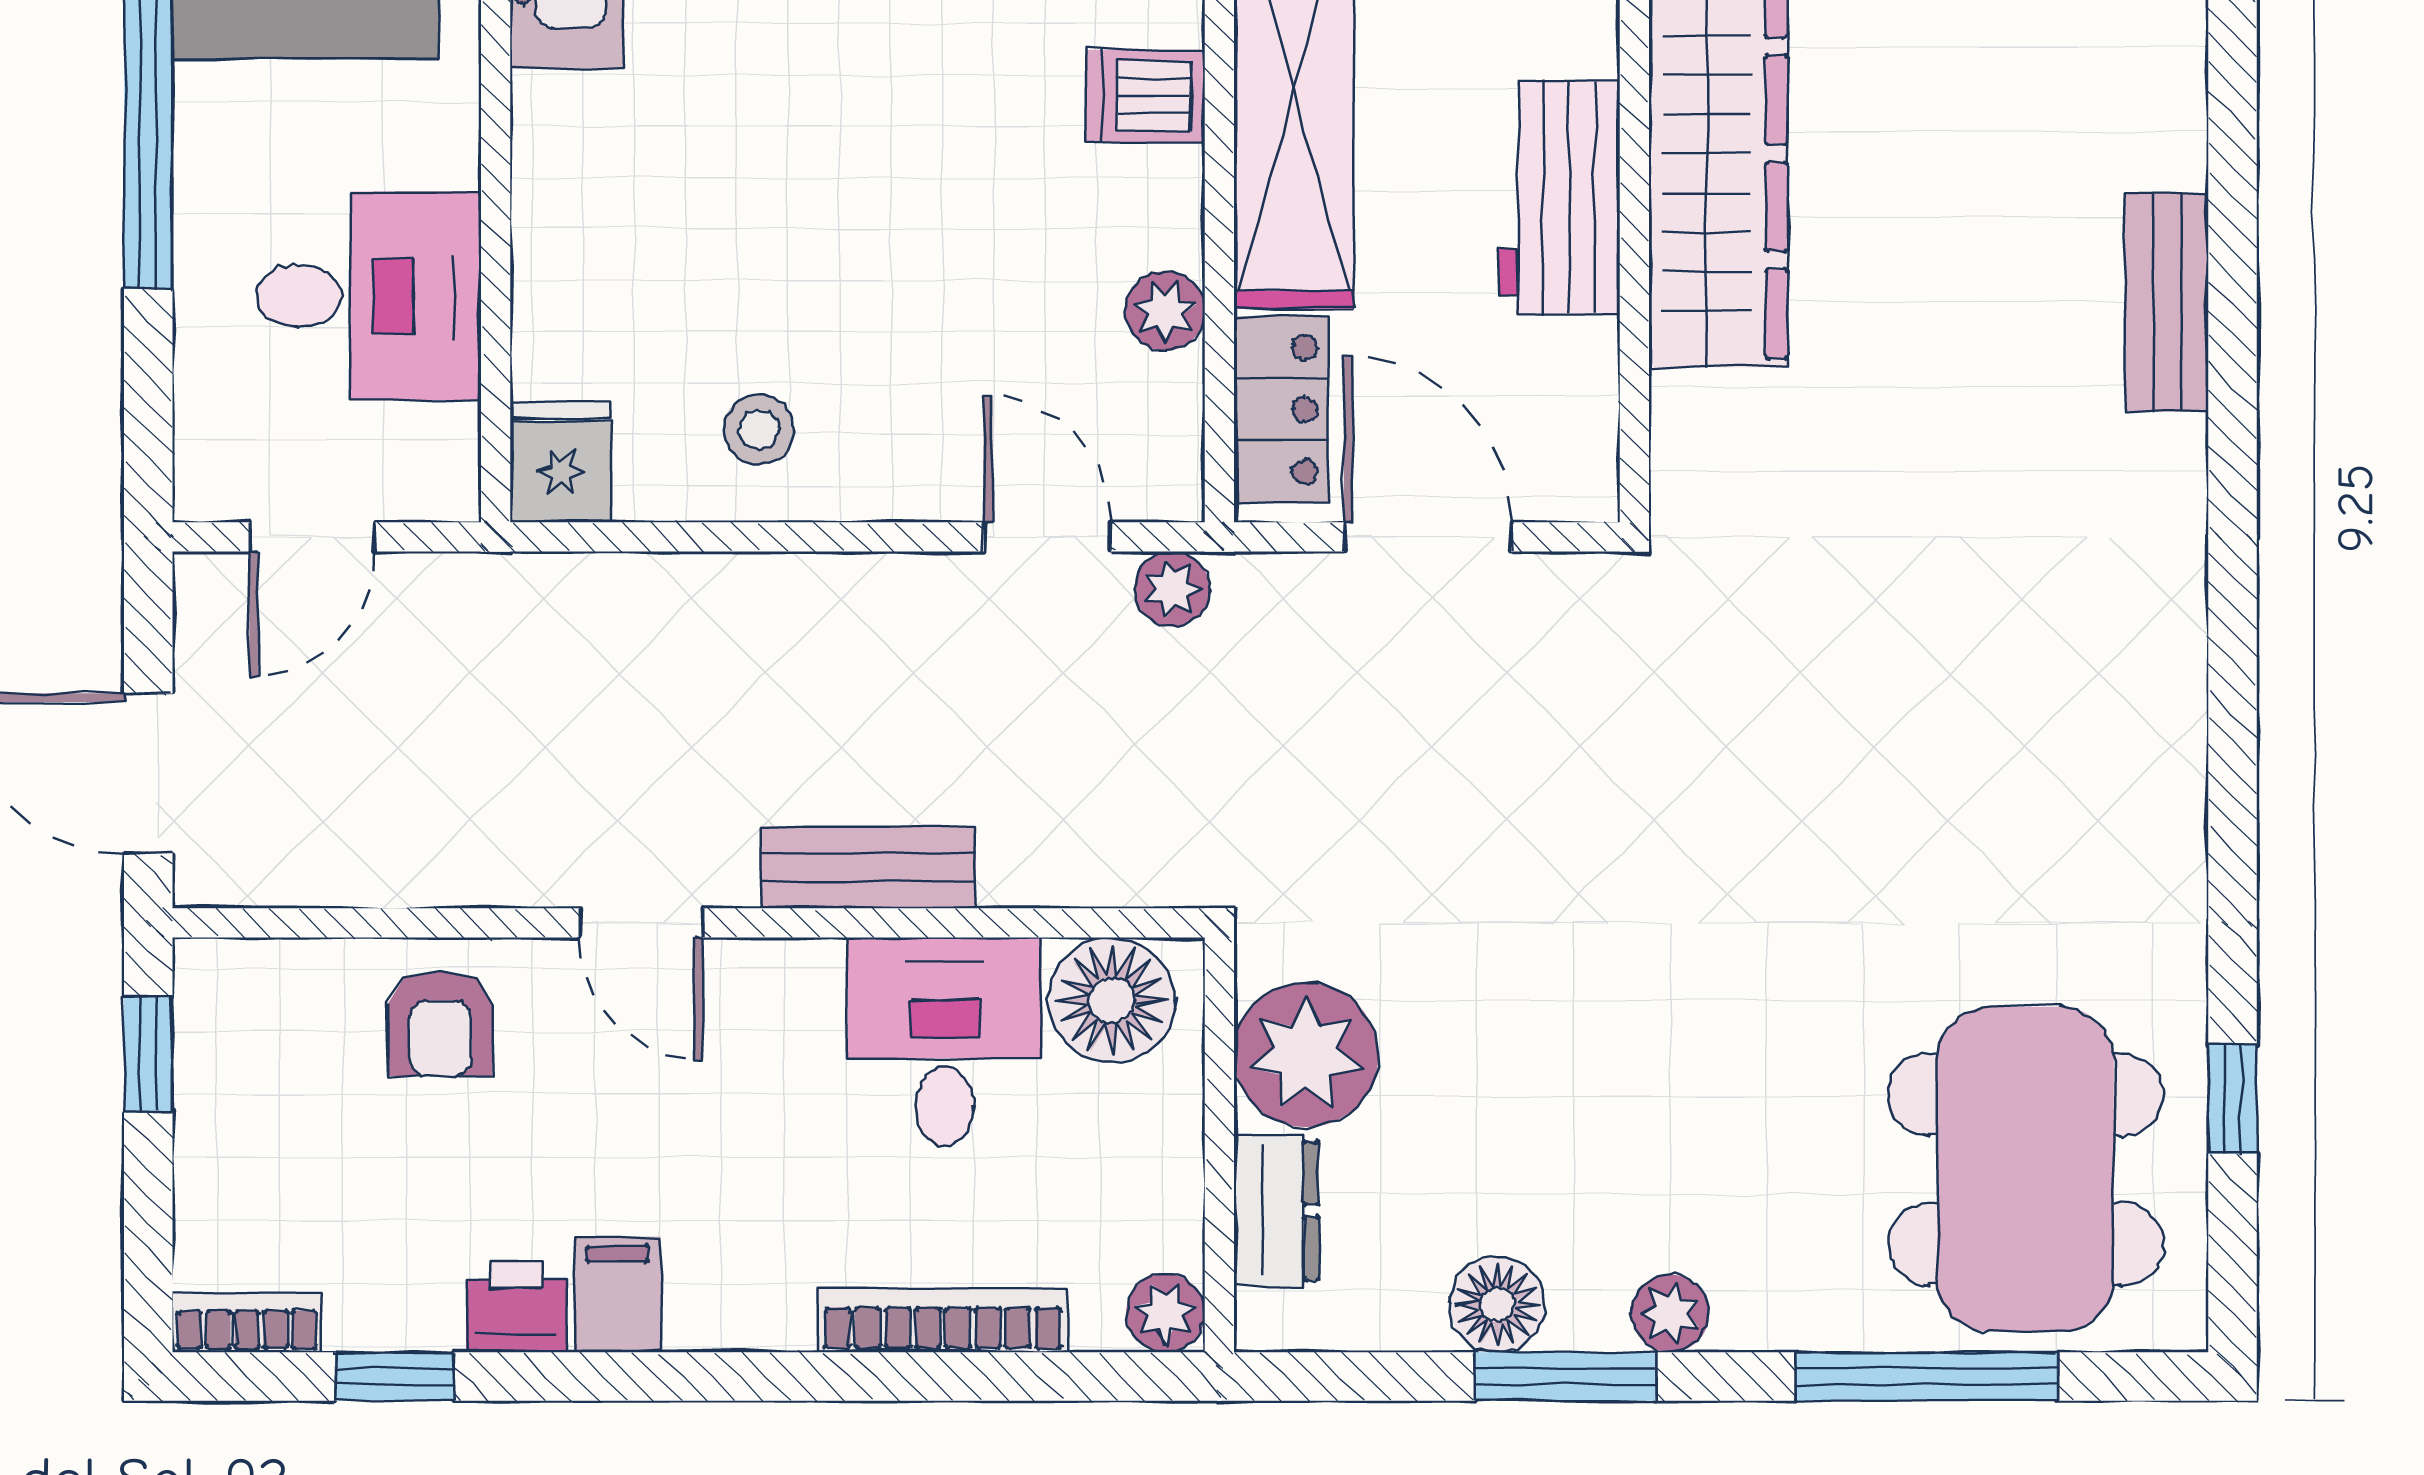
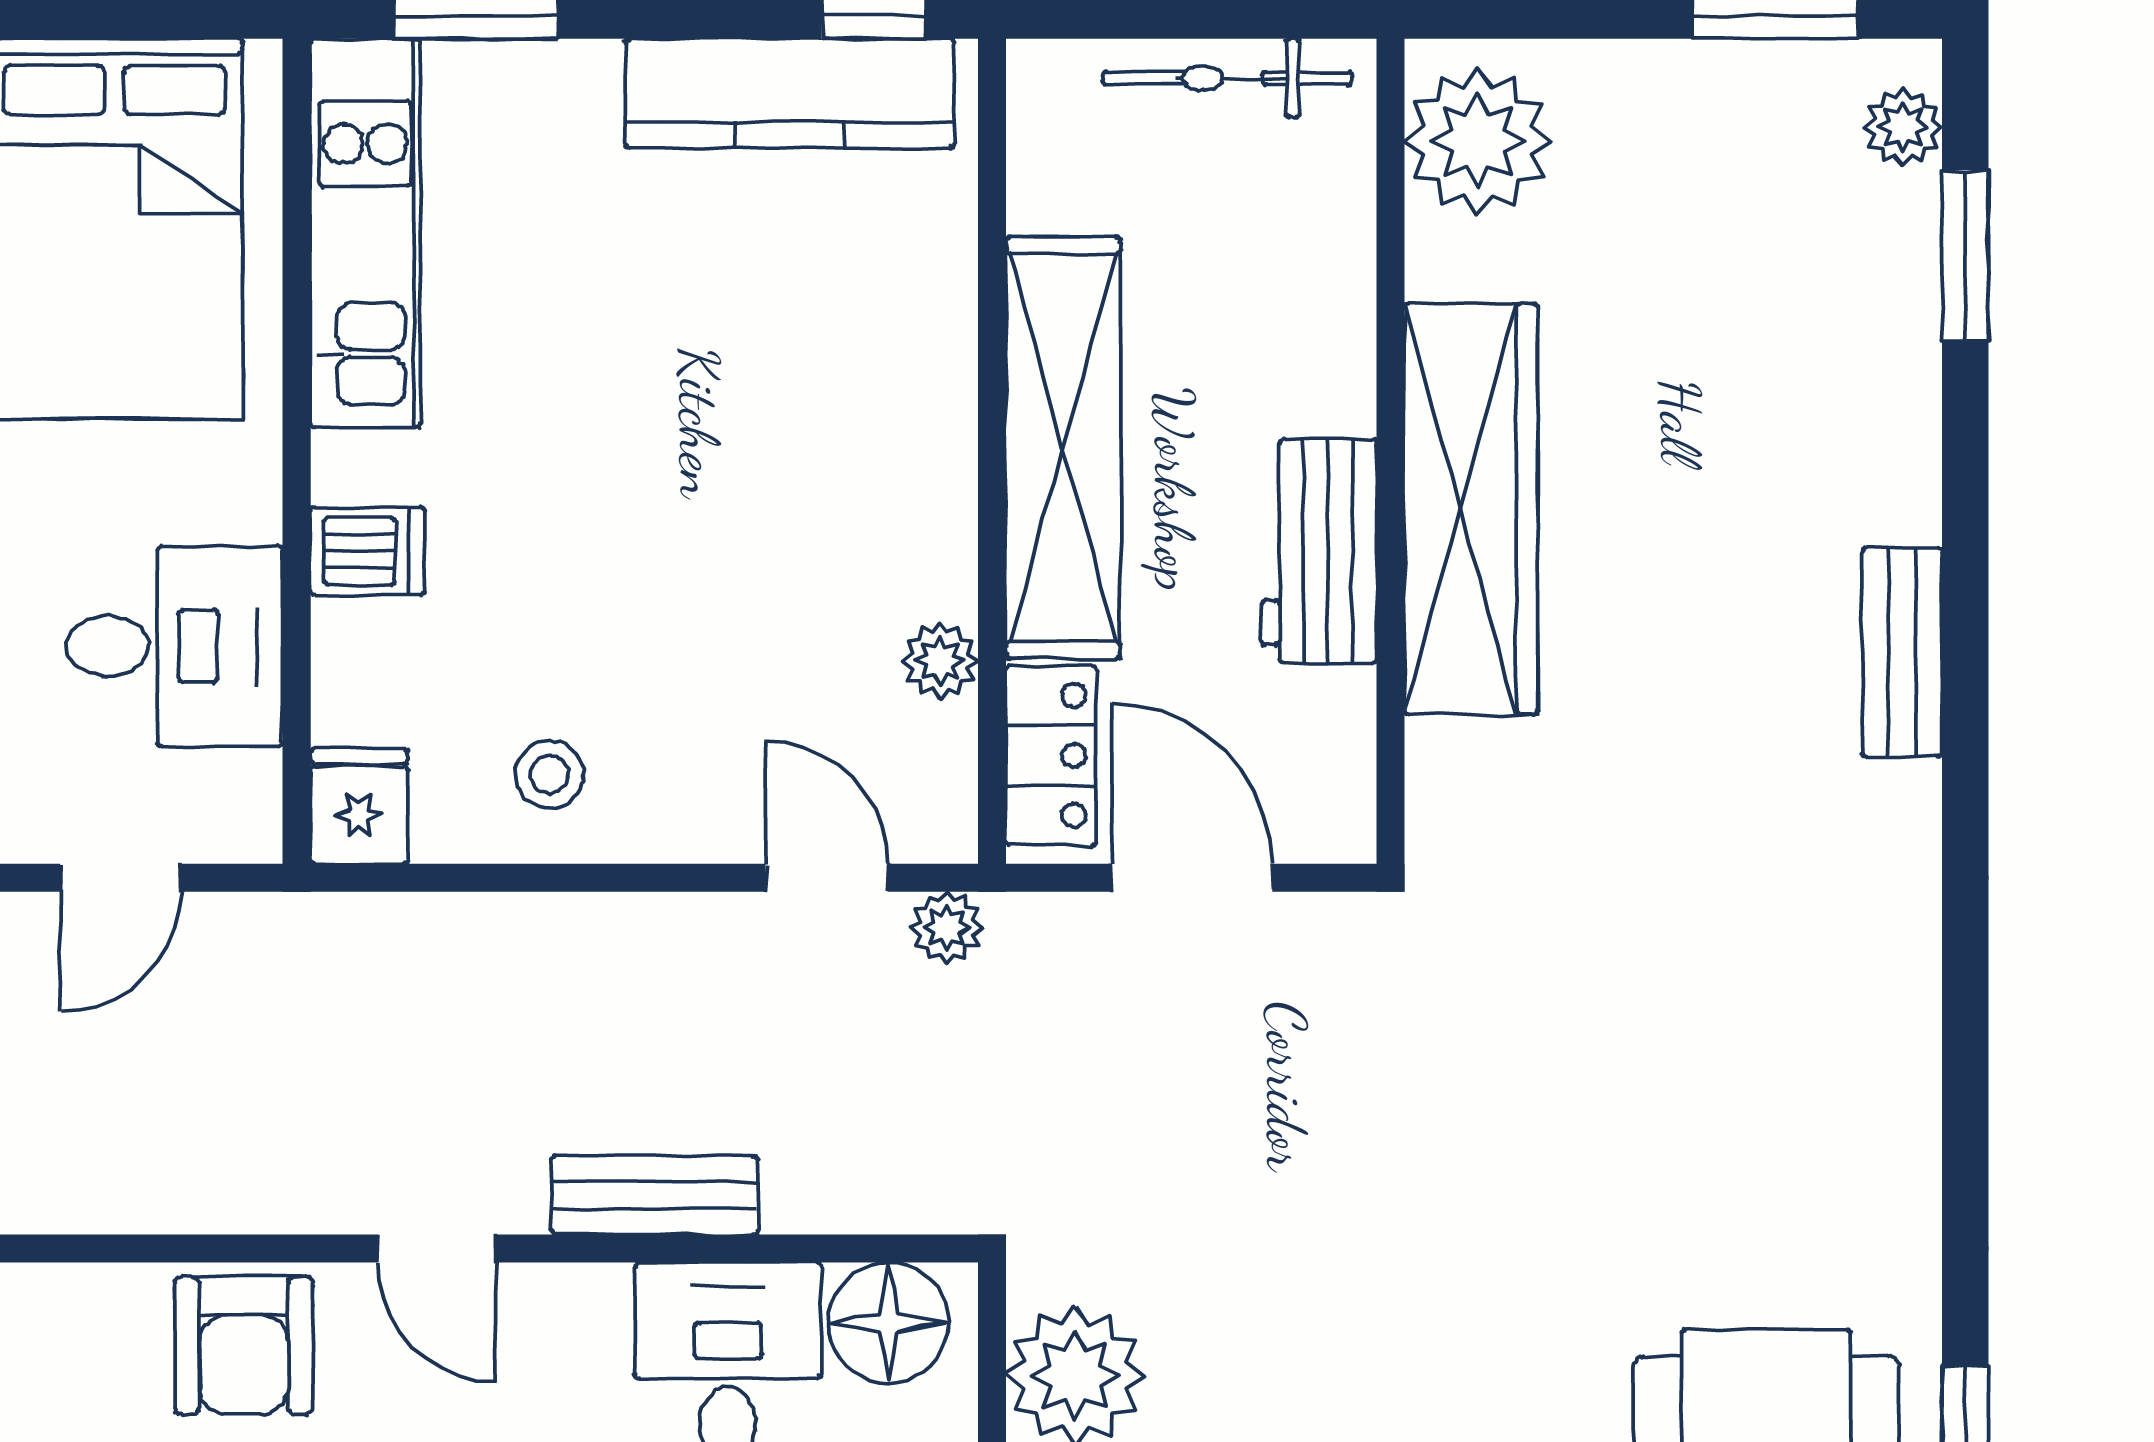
dishwasher: (1145, 96) -> (368, 551), moved, turned 180
armchair: (440, 1024) -> (244, 1346), width x1.38, depth x1.38

